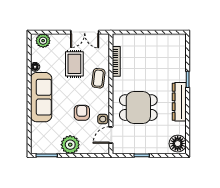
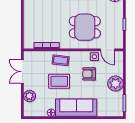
double door: (85, 32) -> (22, 72), swing flipped
plant: (43, 41) -> (29, 96), moved
rug: (74, 64) -> (59, 81), moved
dining table: (138, 108) -> (85, 27), turned 90

